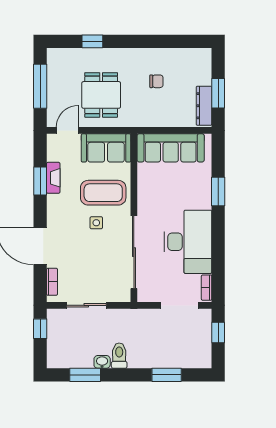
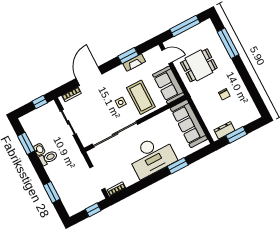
window: (92, 41) -> (228, 43), width x2.17
dresser: (204, 106) -> (225, 130), width x0.70
desk: (188, 242) -> (152, 156), moved

